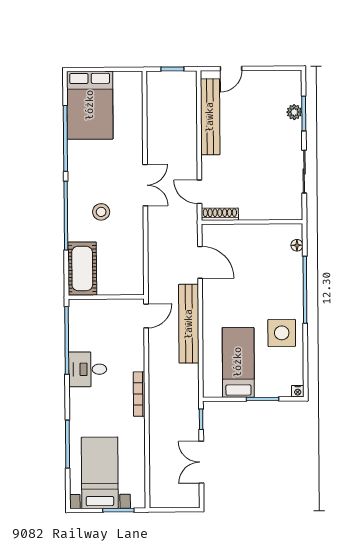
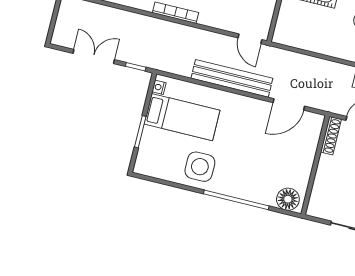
floor lamp: (297, 245) -> (288, 199), width x1.89, depth x1.89
nightstand: (298, 391) -> (159, 87), moved

